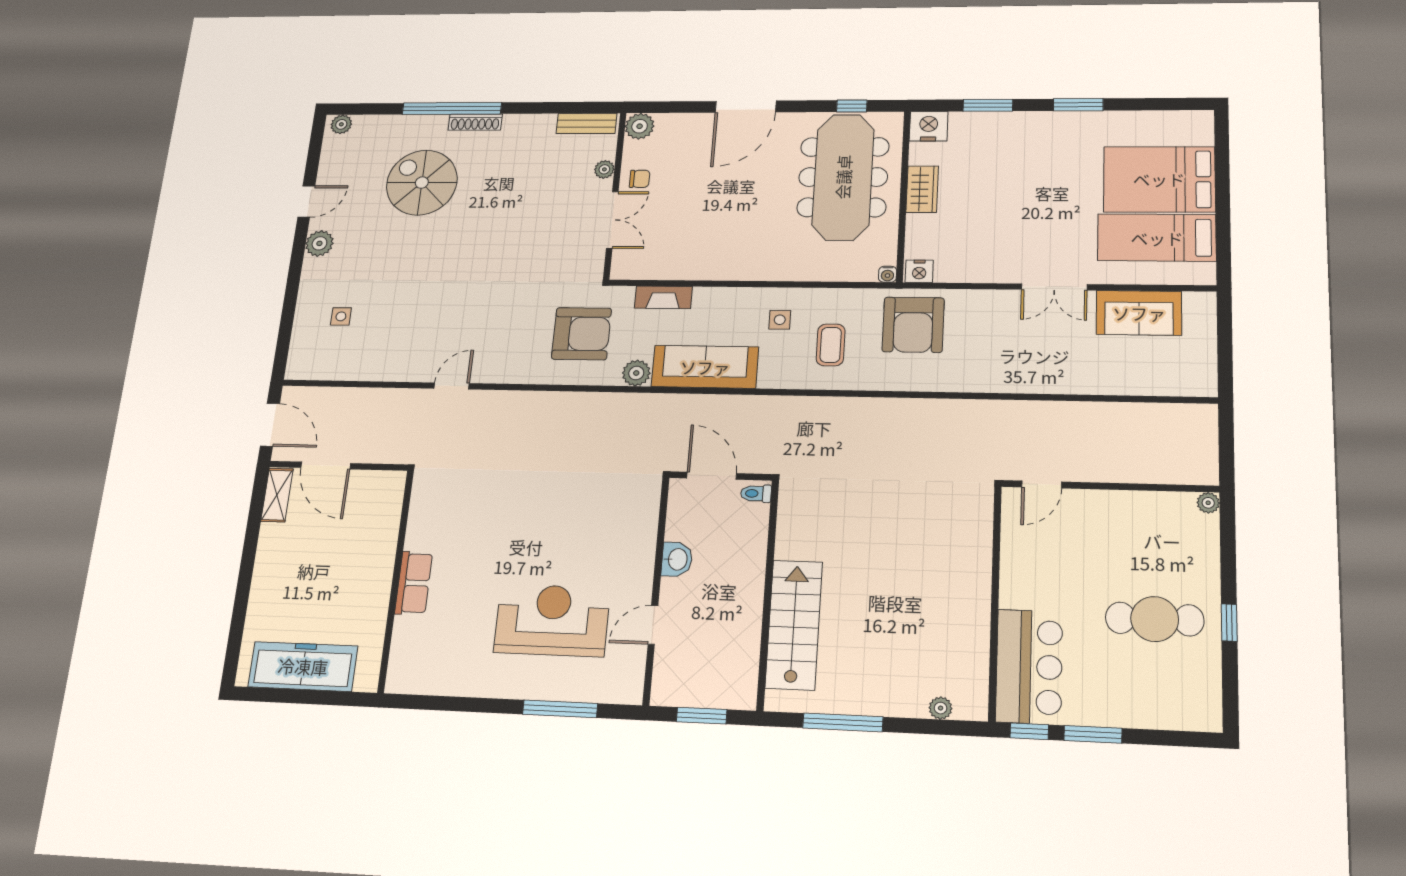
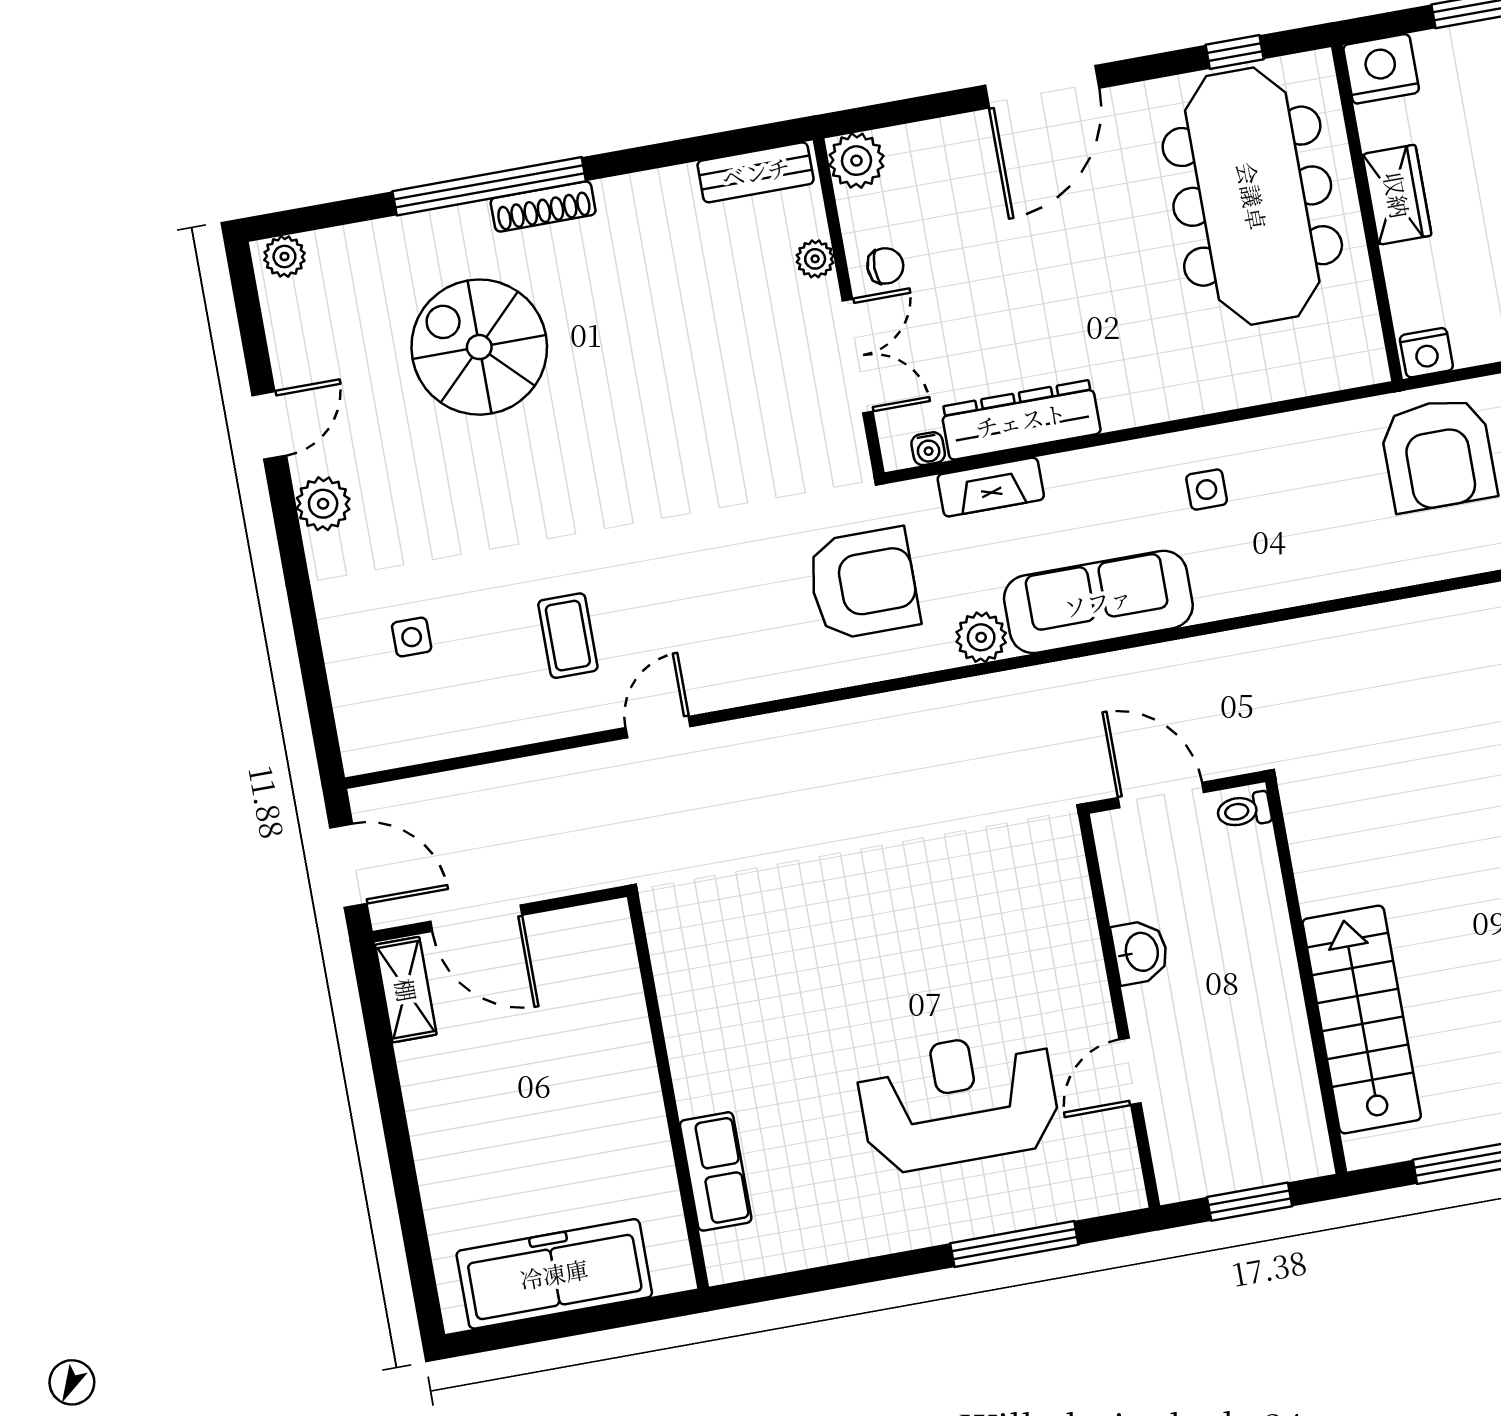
dresser: (689, 266) -> (1021, 420), added
water cooler: (888, 274) -> (928, 449), moved
coffee table: (831, 345) -> (568, 636), moved
row of seats: (414, 583) -> (716, 1171), moved

